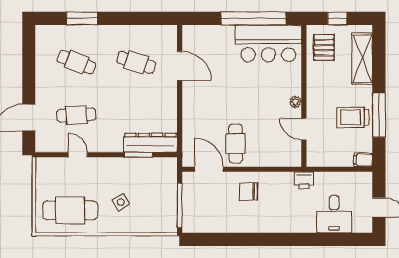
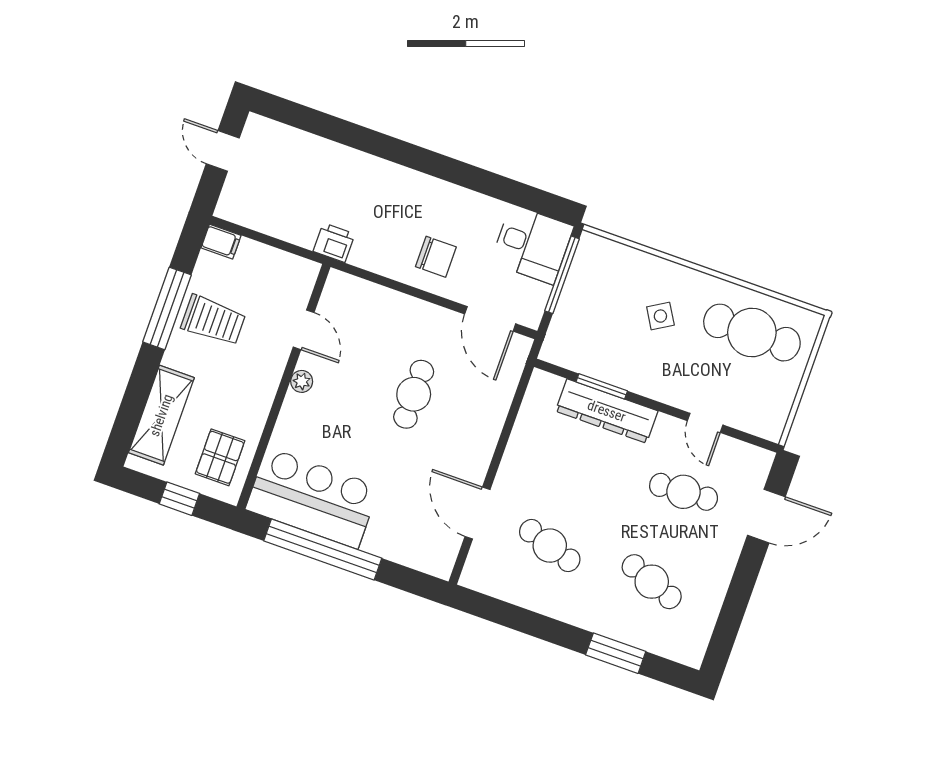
dresser: (150, 143) -> (607, 411), moved
cafe table: (236, 144) -> (414, 394), moved
desk: (334, 214) -> (532, 244), moved, turned 90

